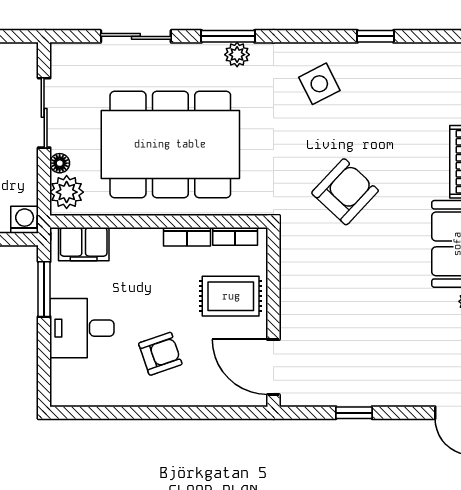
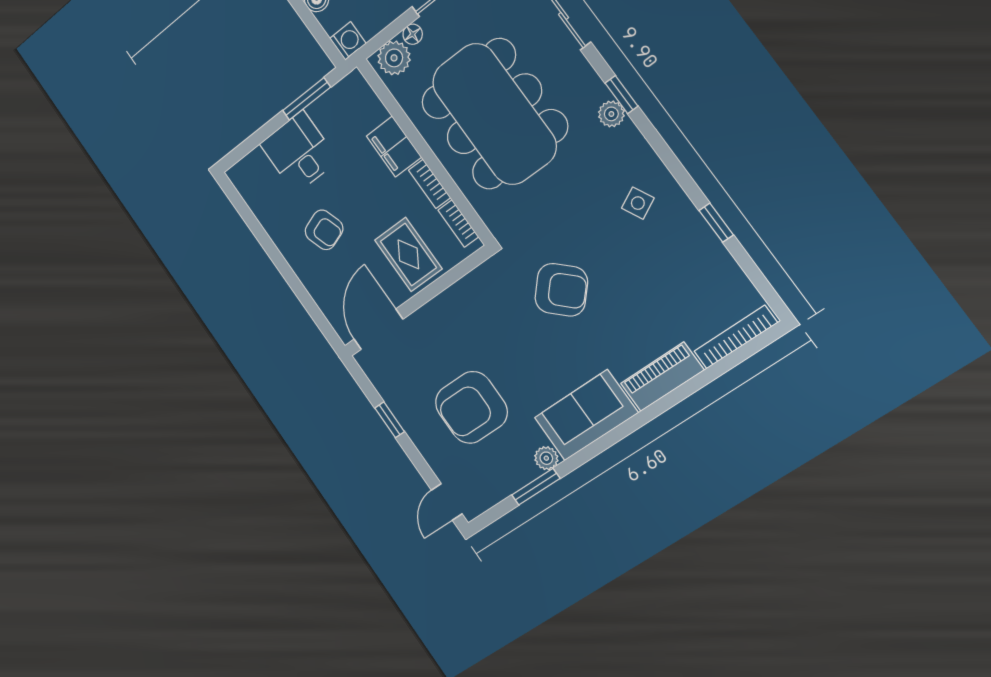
window: (228, 36) -> (622, 95), width x0.67
side table: (319, 84) -> (638, 203), width x0.73, depth x0.73
filing cabinet: (84, 244) -> (394, 147), moved
armchair: (389, 334) -> (471, 407), added

